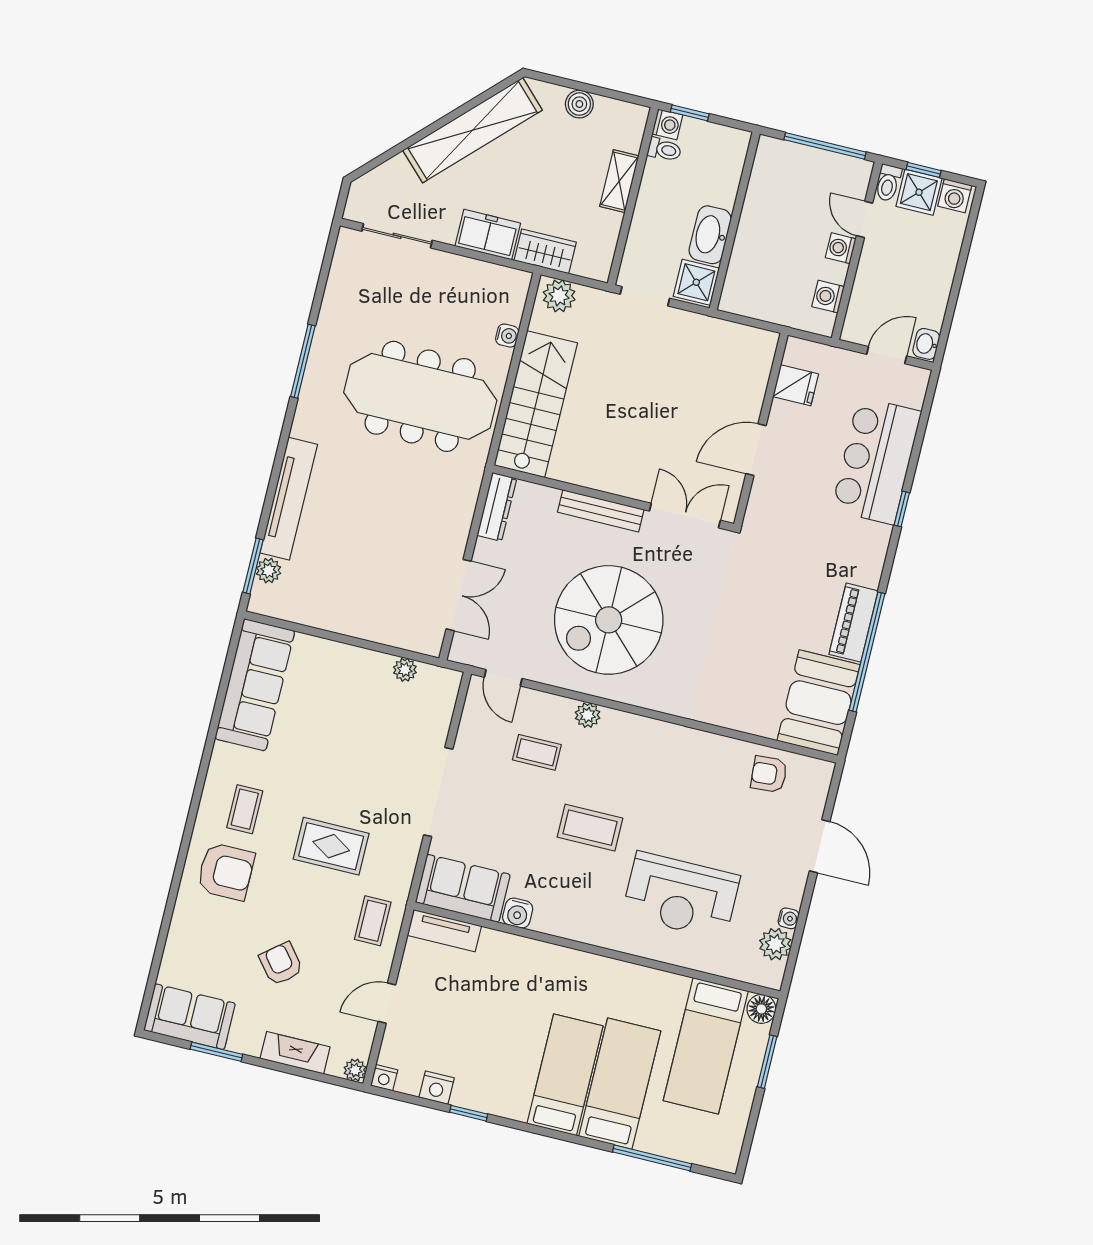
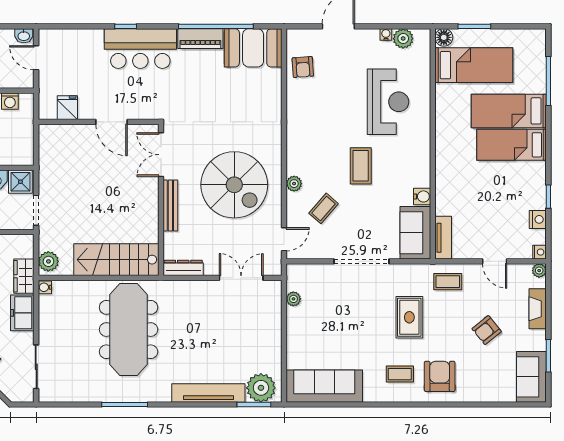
water cooler: (507, 336) -> (45, 287), moved, turned -90
bar counter: (876, 461) -> (140, 49), moved
plant: (269, 570) -> (261, 388), width x1.87, depth x1.87
coffee table: (537, 752) -> (324, 208), turned 41

